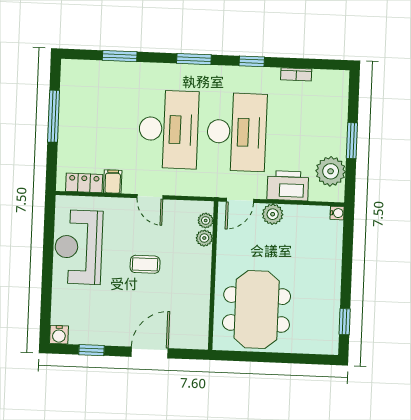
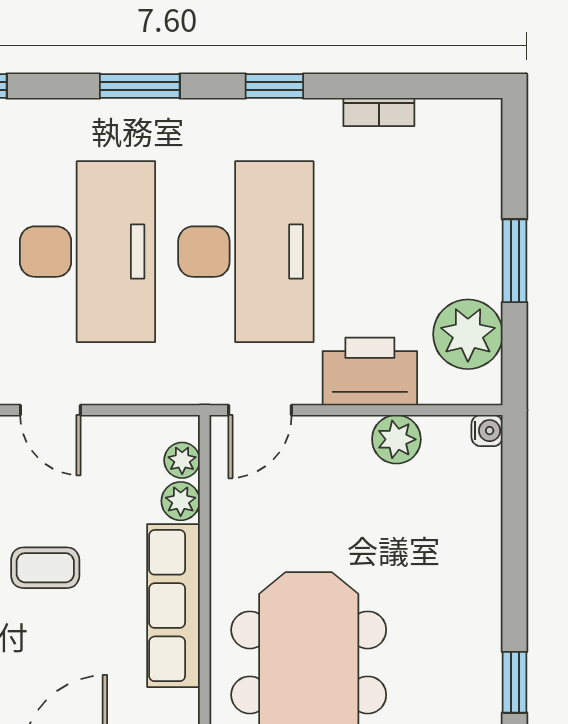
plant: (273, 214) -> (396, 439), moved
row of seats: (199, 283) -> (173, 606), added

